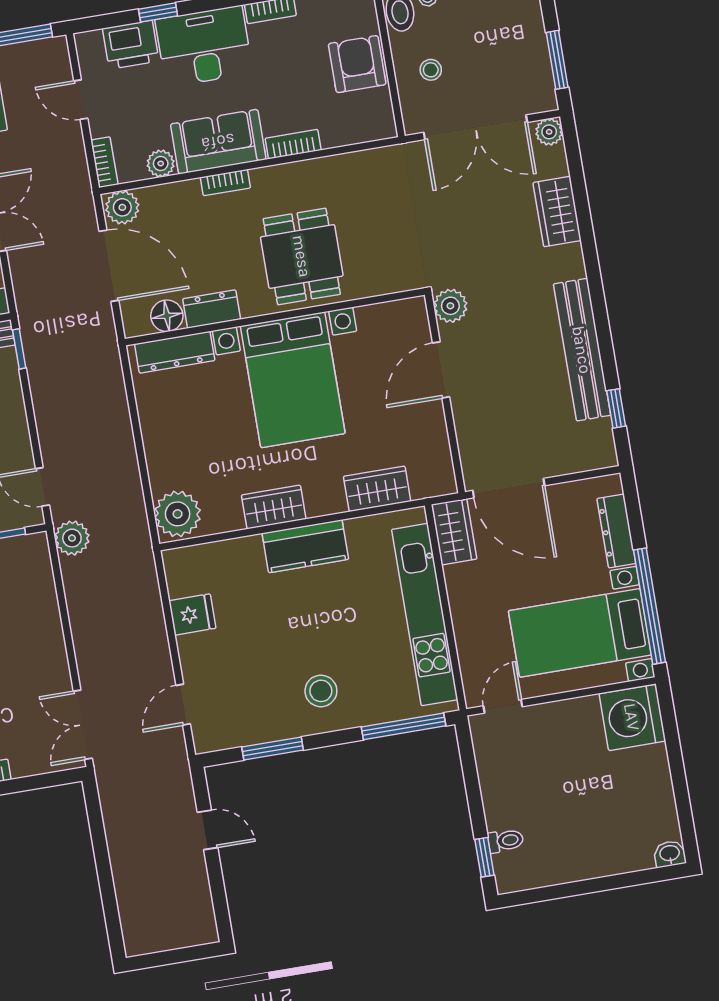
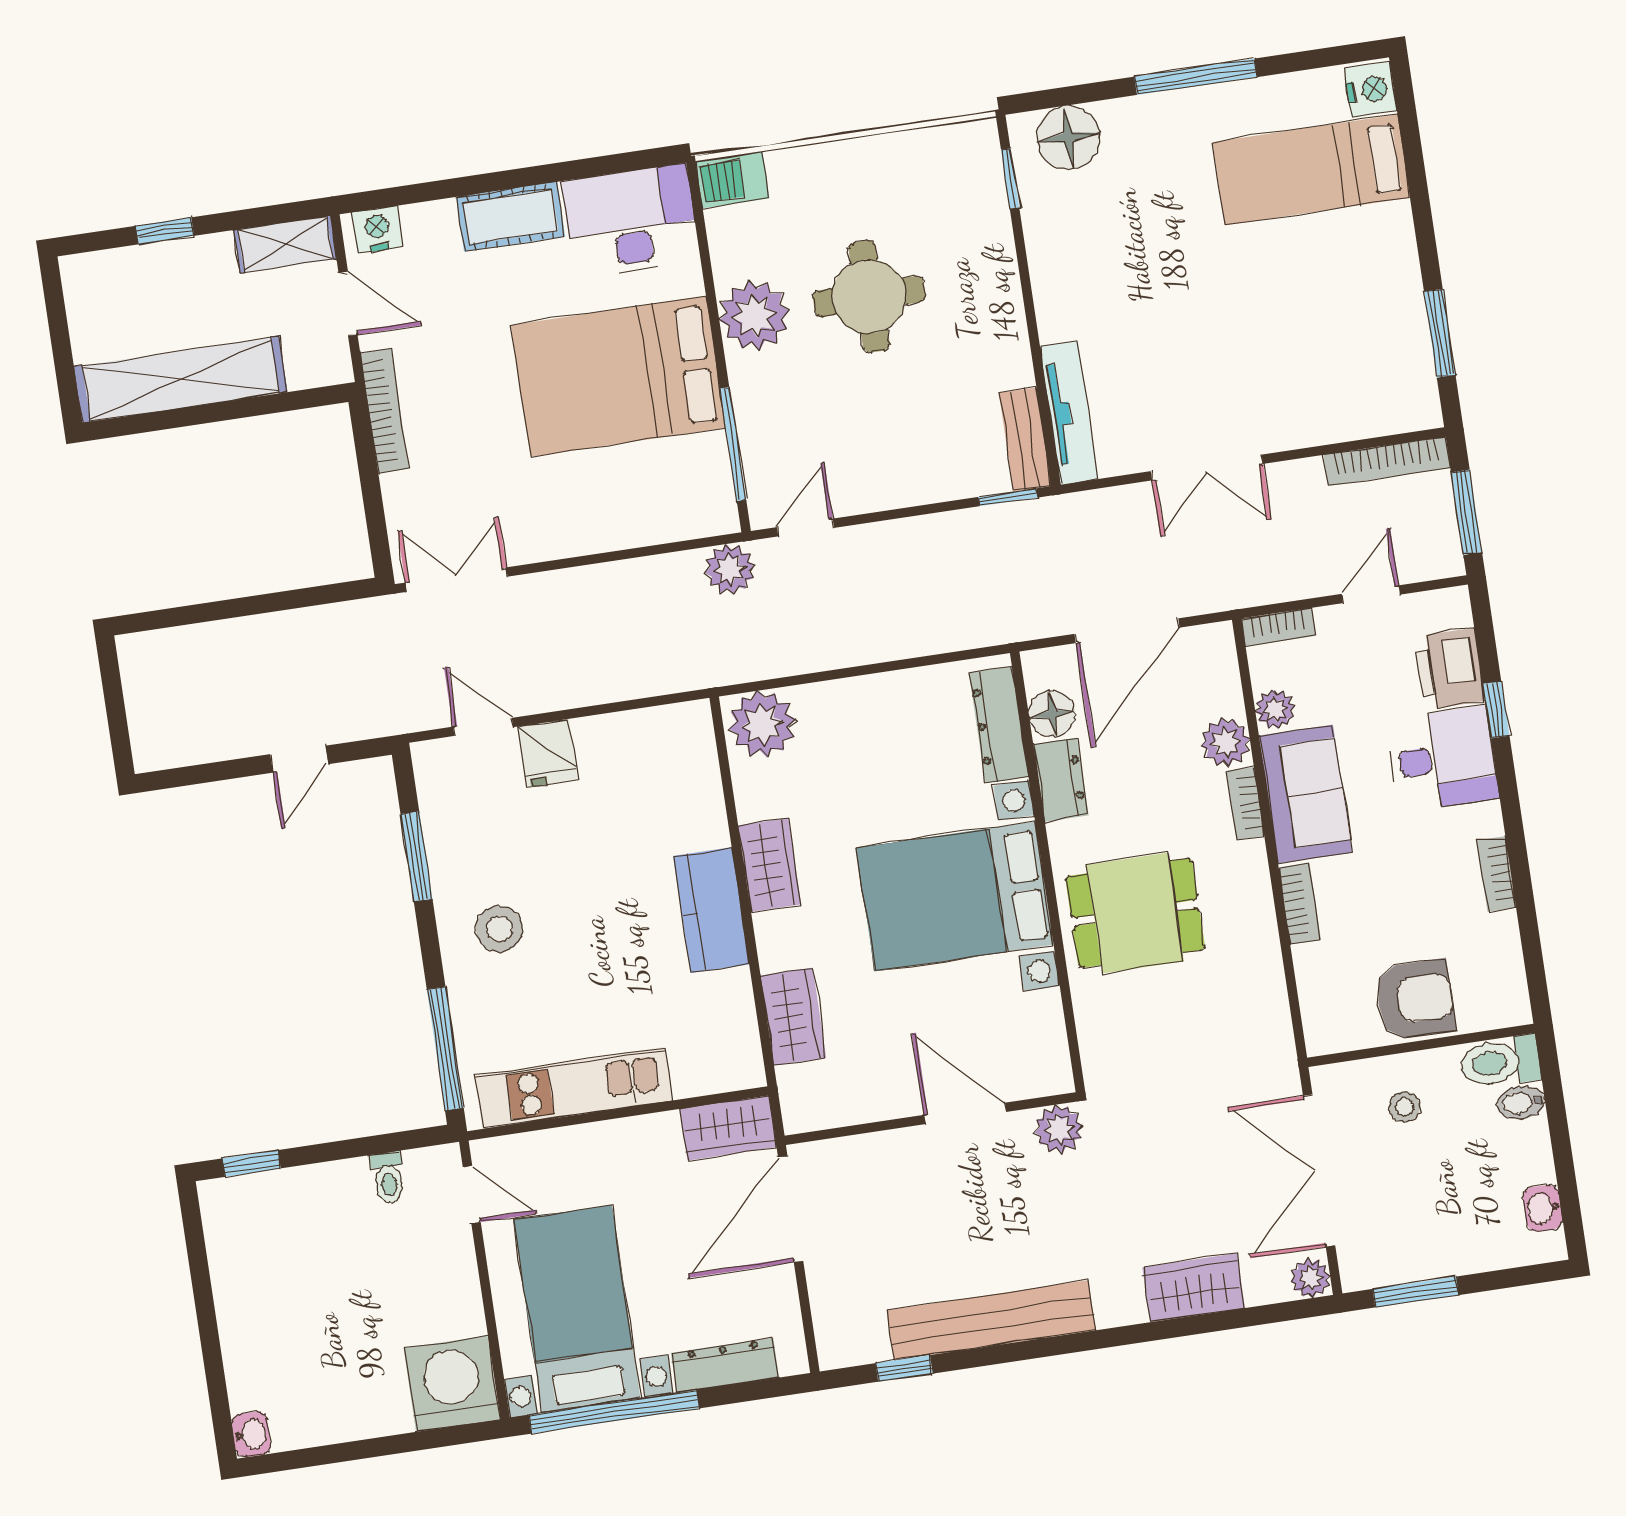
desk: (204, 46) -> (1443, 759), width x0.73
plant: (122, 207) -> (1226, 742), moved
fridge: (192, 614) -> (548, 753), moved
kitchen unit: (425, 615) -> (574, 1088), width x0.73
toilet: (506, 841) -> (388, 1178), moved

